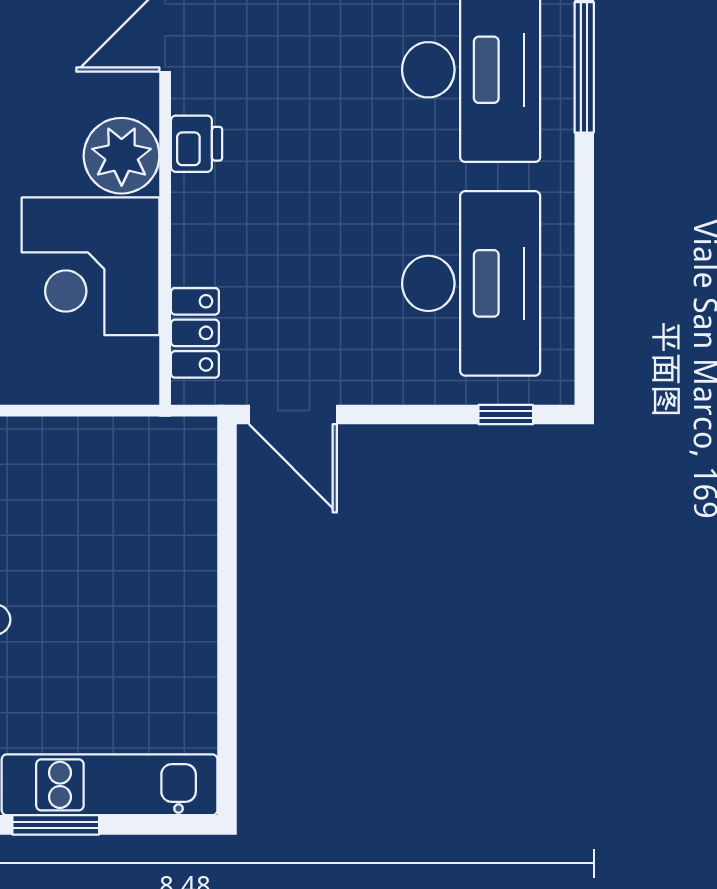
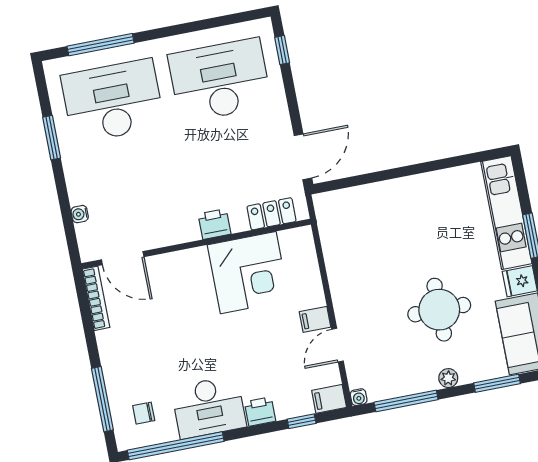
printer: (197, 144) -> (214, 224), moved
plant: (122, 156) -> (190, 268), removed

